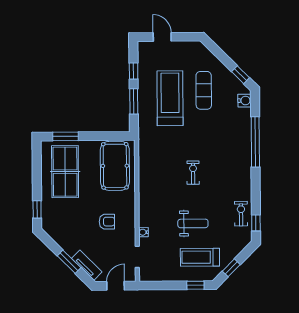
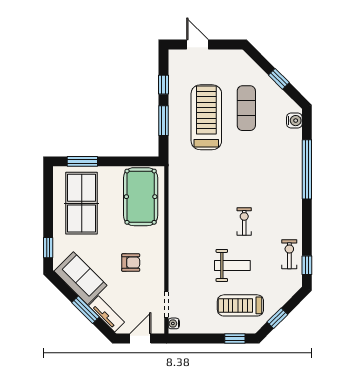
window: (241, 75) -> (279, 79), moved
exercise bike: (193, 173) -> (244, 221), moved
water cooler: (143, 232) -> (174, 323), moved
sofa: (64, 235) -> (80, 278), added

